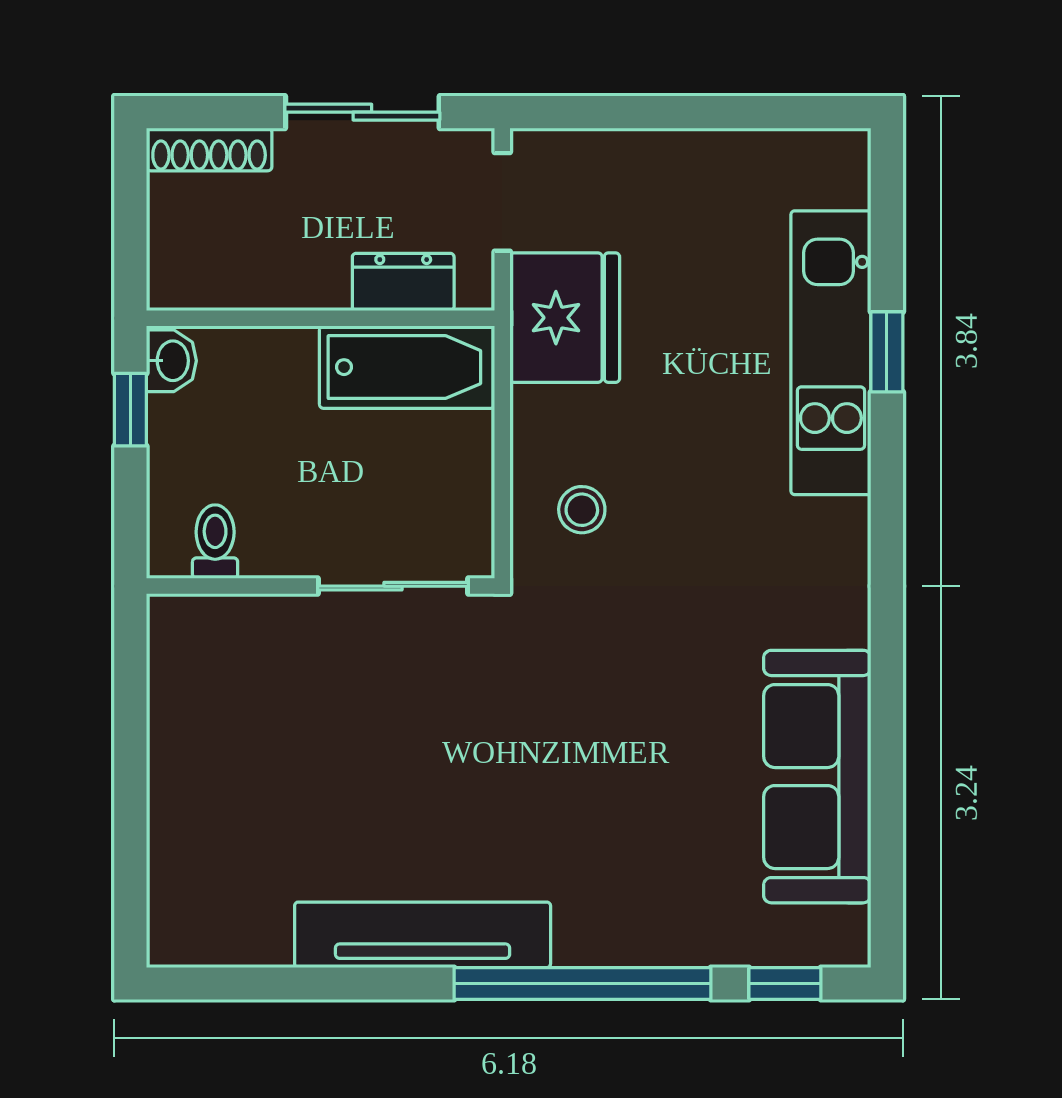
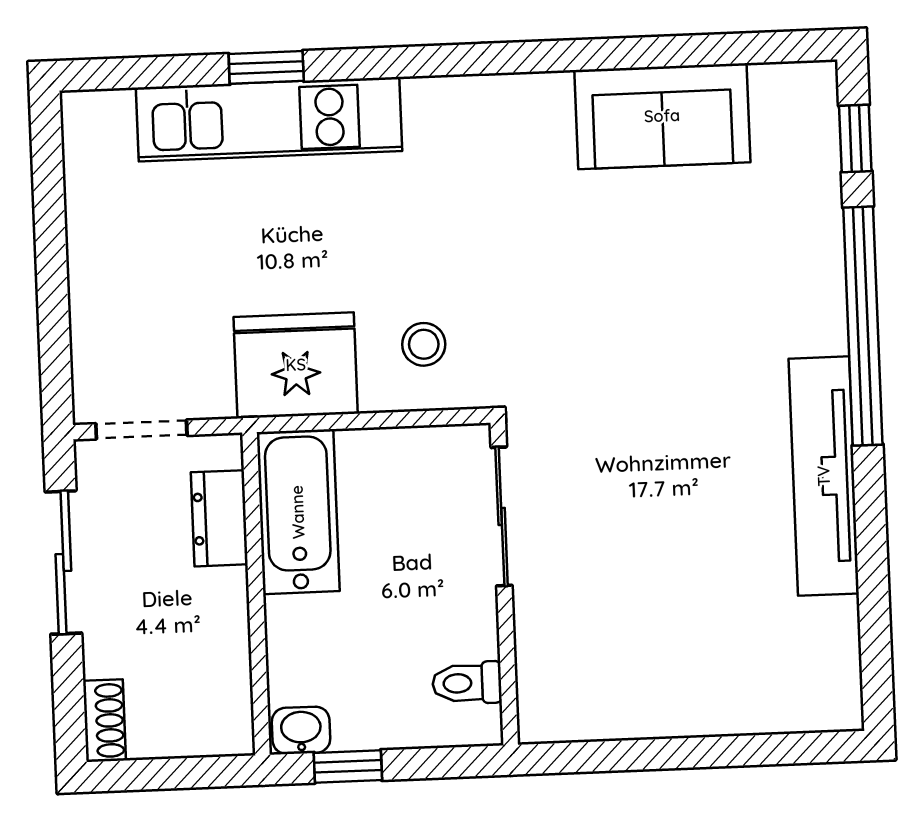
shoe rack: (209, 149) -> (104, 721), width x0.70
fridge: (565, 318) -> (296, 365), moved
sofa: (817, 777) -> (662, 116), width x0.73

